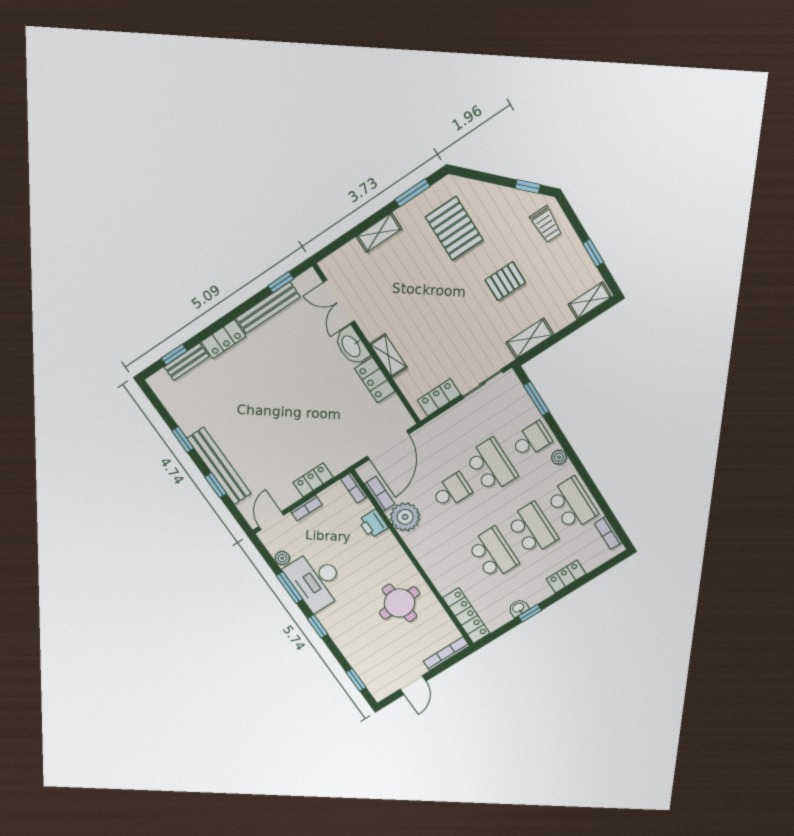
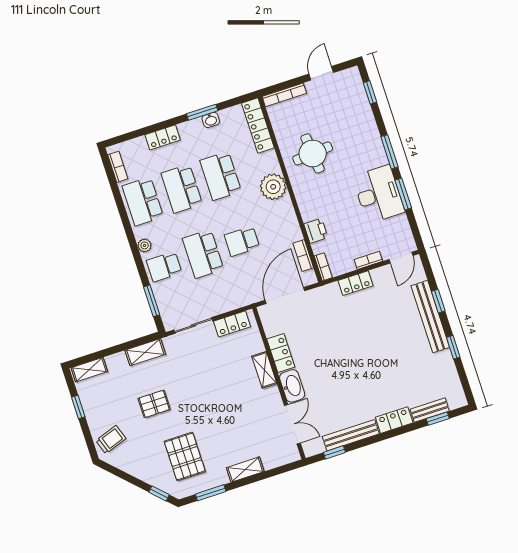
window: (528, 187) -> (159, 493), moved
trolley: (546, 224) -> (111, 440), turned 71
plant: (405, 517) -> (273, 187), moved
plant: (282, 558) -> (402, 222), removed
window: (530, 613) -> (202, 112), width x1.50
window: (317, 626) -> (389, 152), width x1.50

